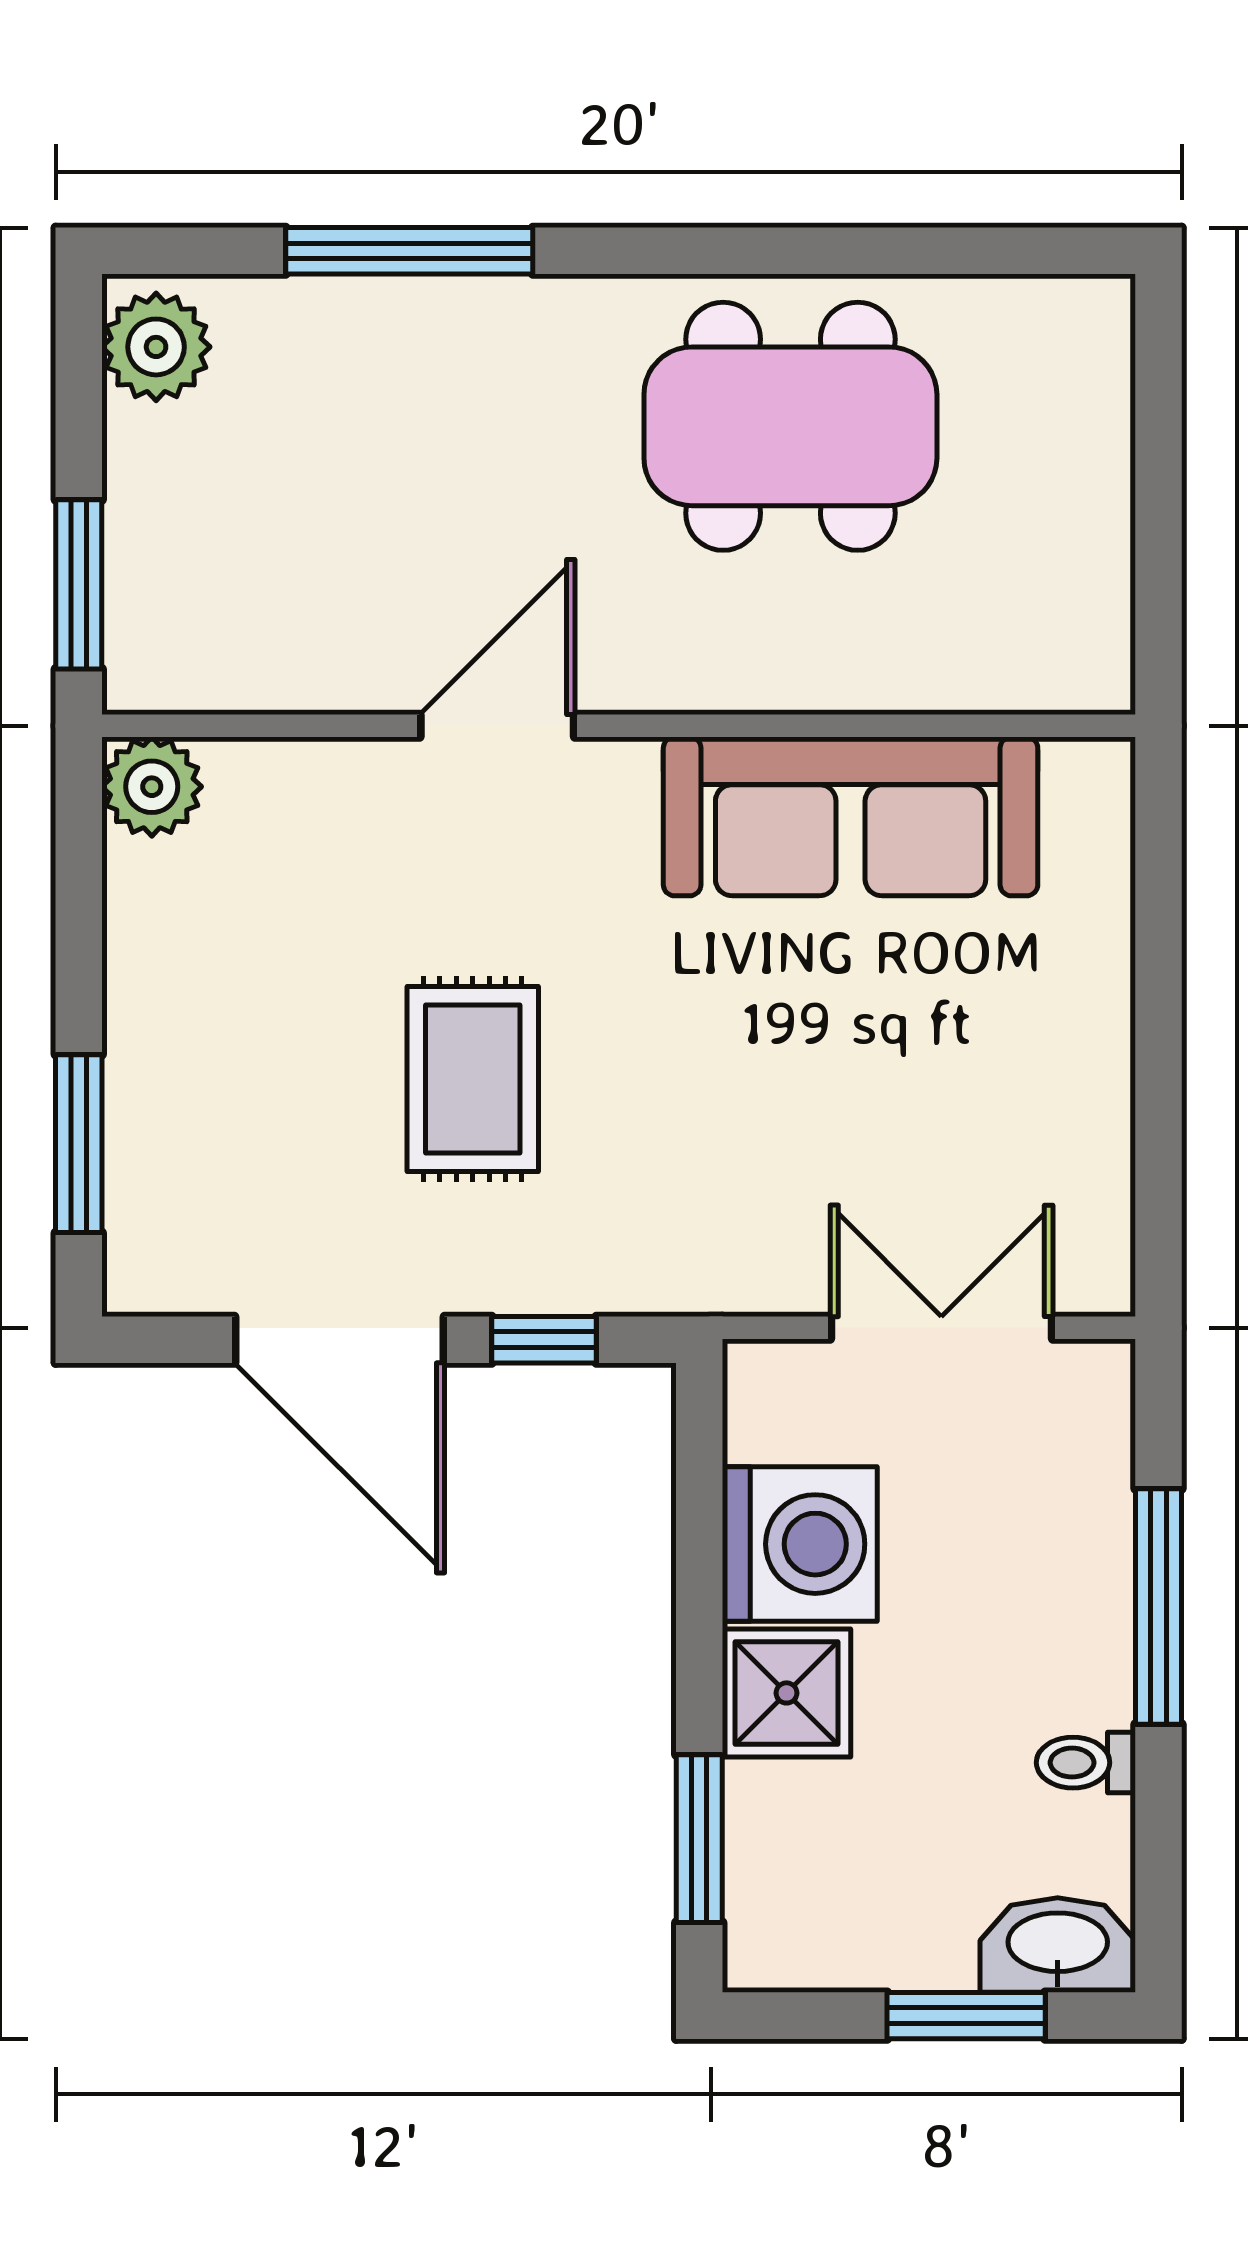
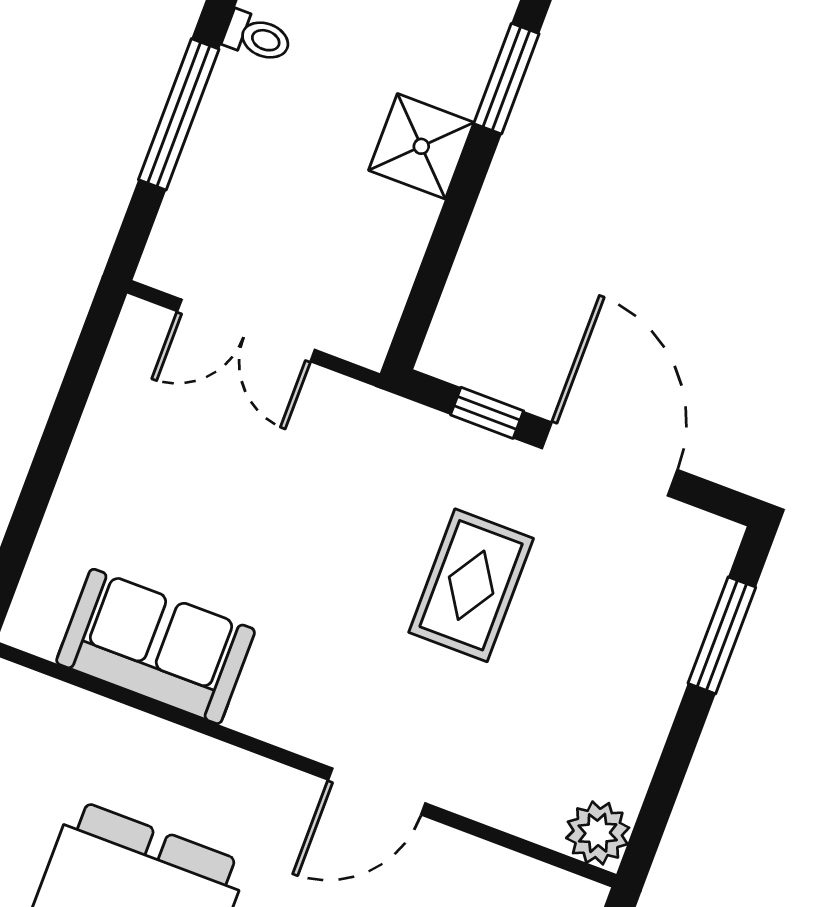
sofa: (851, 816) -> (156, 646), width x0.73
washing machine: (800, 1544) -> (380, 233), removed

